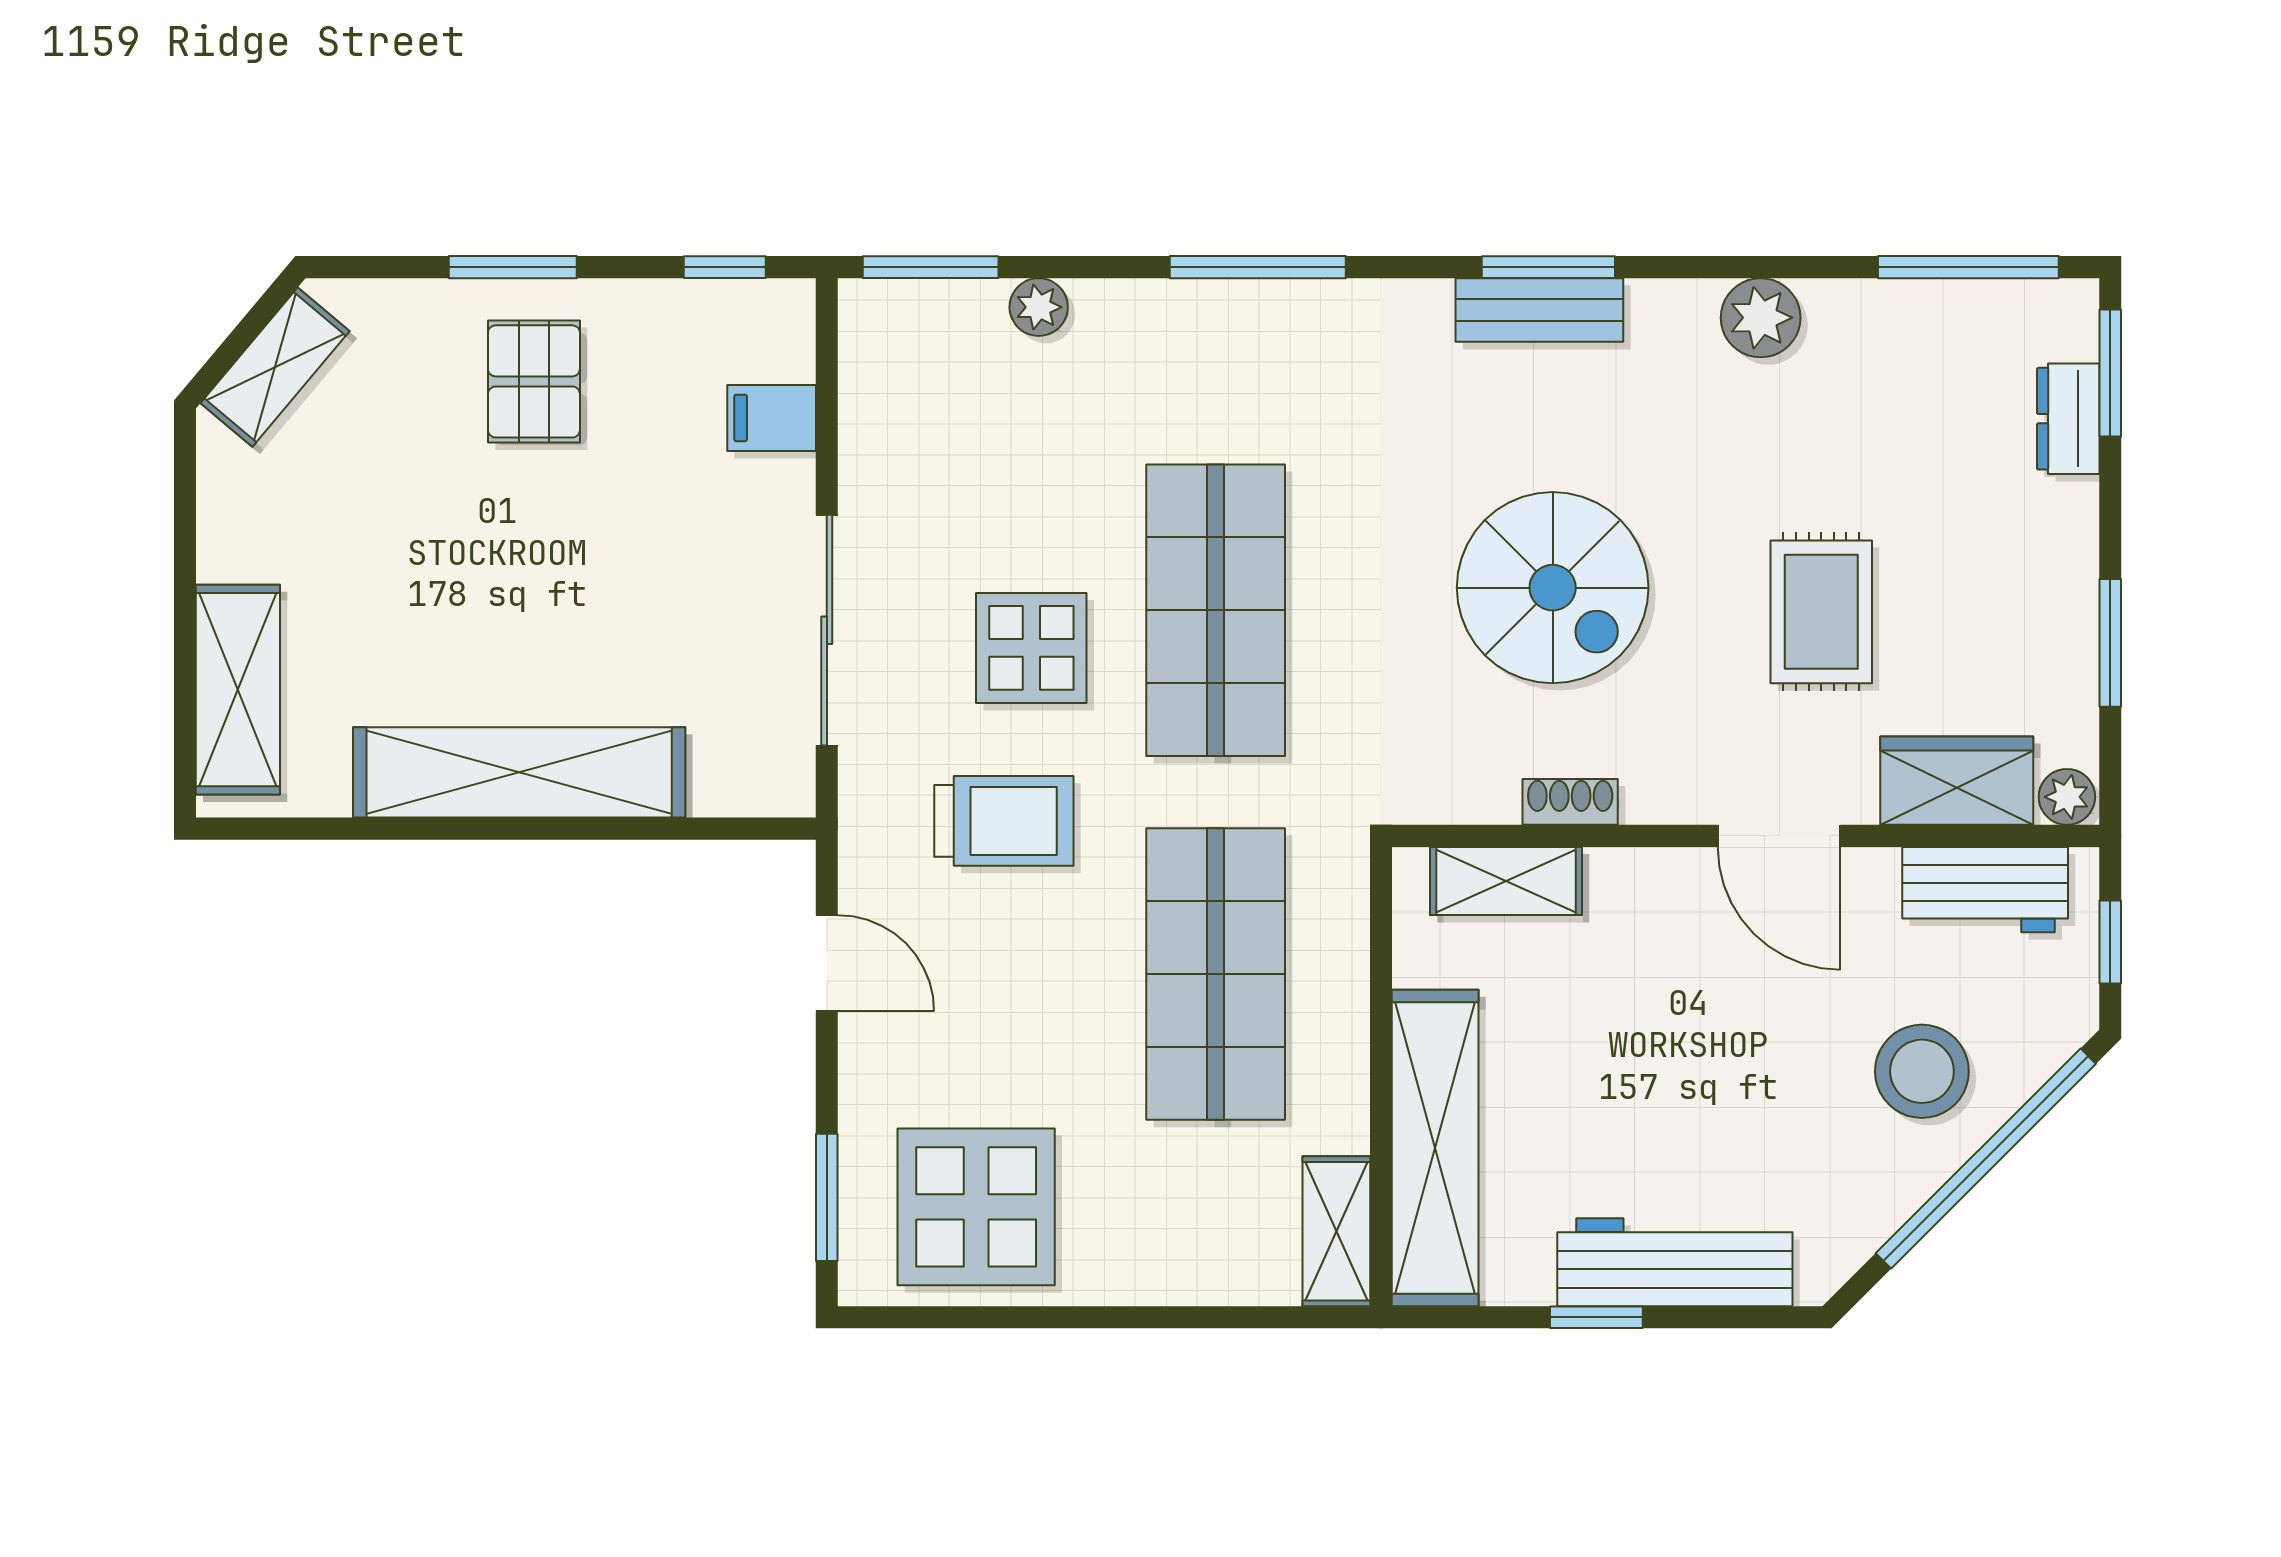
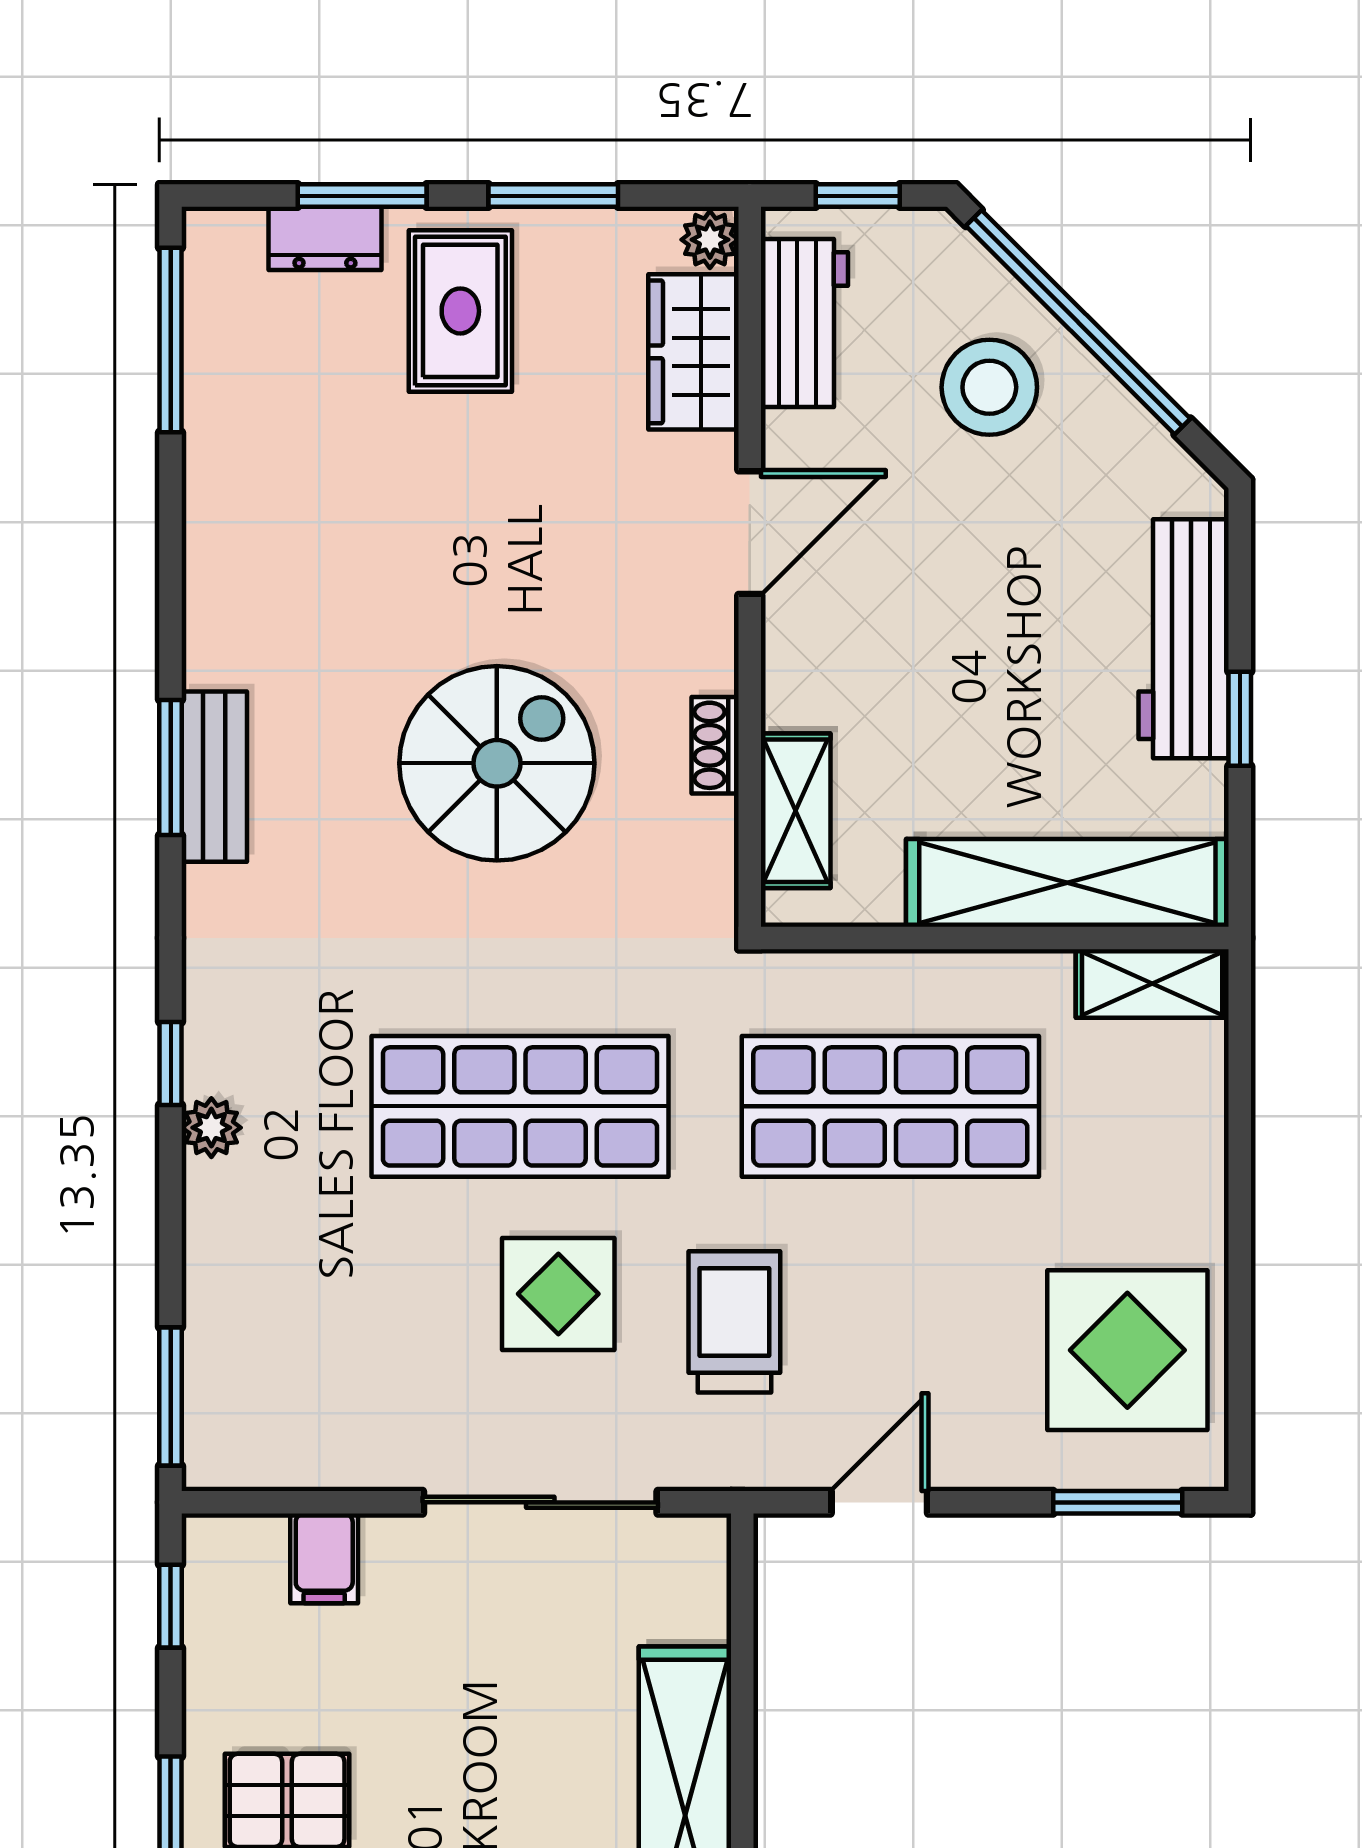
window: (1258, 267) -> (171, 1063), width x0.46
plant: (1039, 307) -> (211, 1128), moved
plant: (1761, 318) -> (222, 551), removed
window: (2110, 373) -> (362, 196), moved
rug: (1821, 612) -> (460, 311), moved, turned 90

